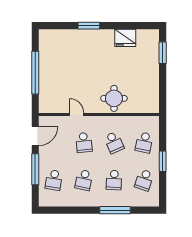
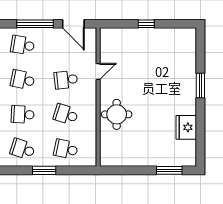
window: (35, 73) -> (146, 24), width x0.32
school desk: (114, 142) -> (66, 114), turned 42

